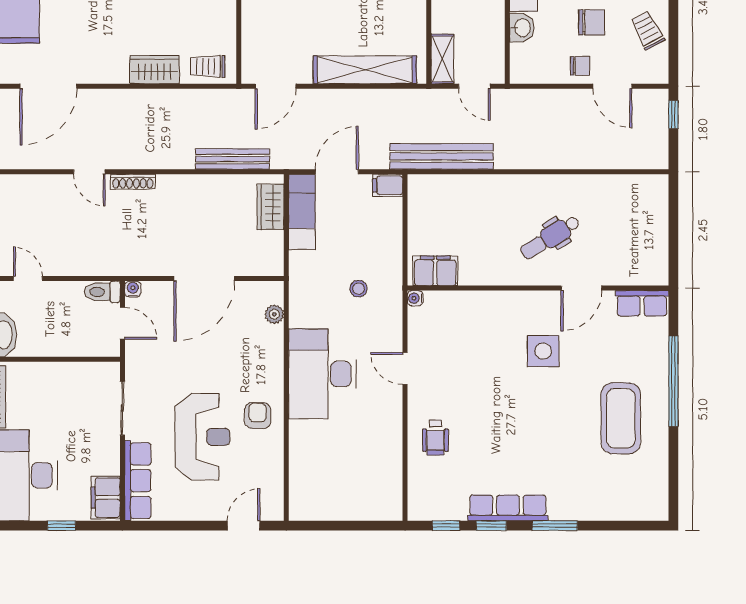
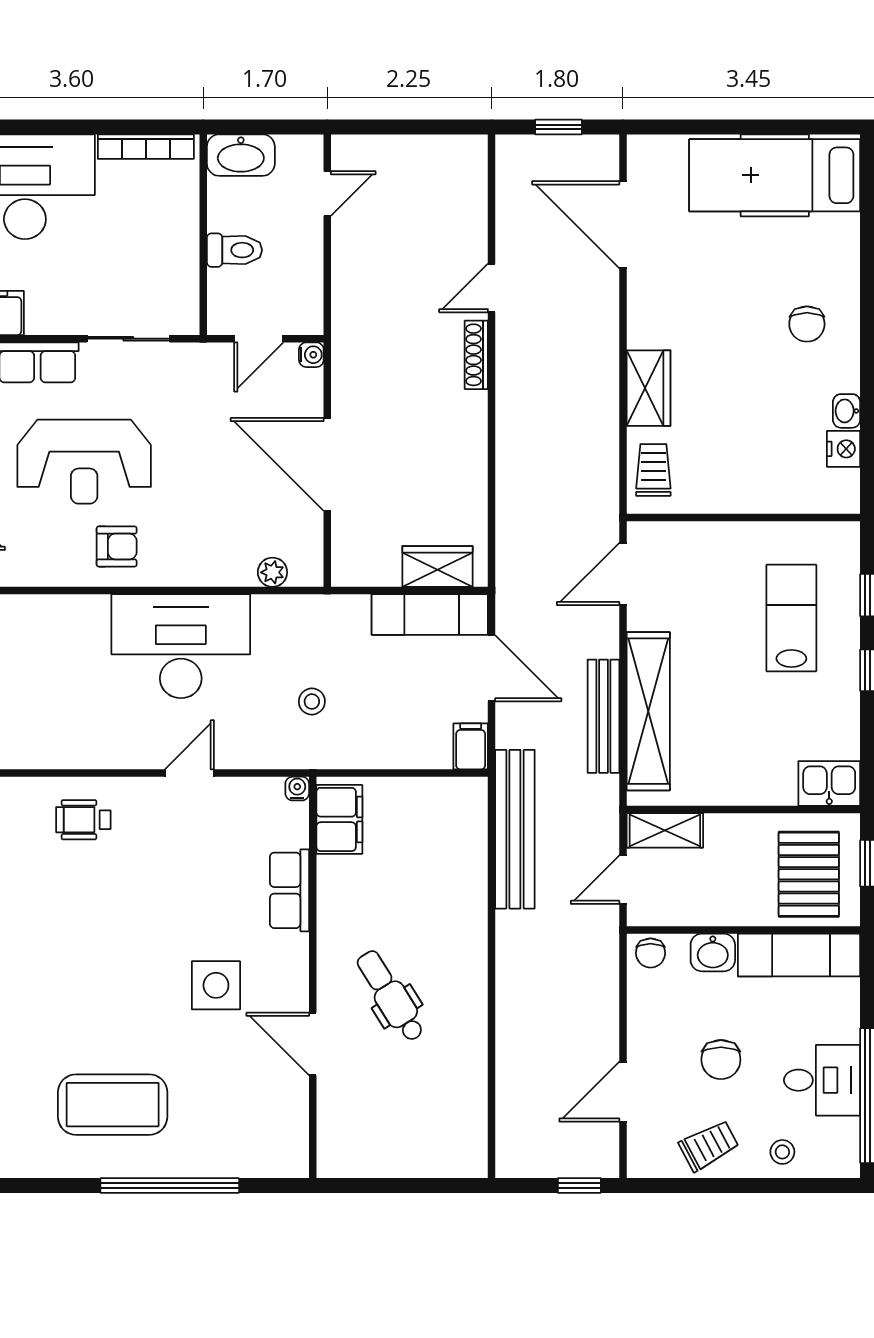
chair: (580, 66) -> (651, 953), moved
door: (276, 86) -> (623, 574), hinge flipped
bench: (232, 159) -> (603, 716), moved
toilet: (102, 292) -> (234, 250), moved, turned 90
row of seats: (642, 303) -> (289, 890), moved

